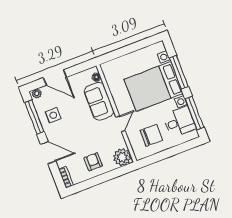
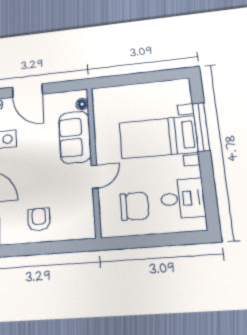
bed with nightstands: (154, 87) -> (158, 137), width x0.73
window: (195, 113) -> (209, 192), removed
plant: (122, 157) -> (82, 226), removed

